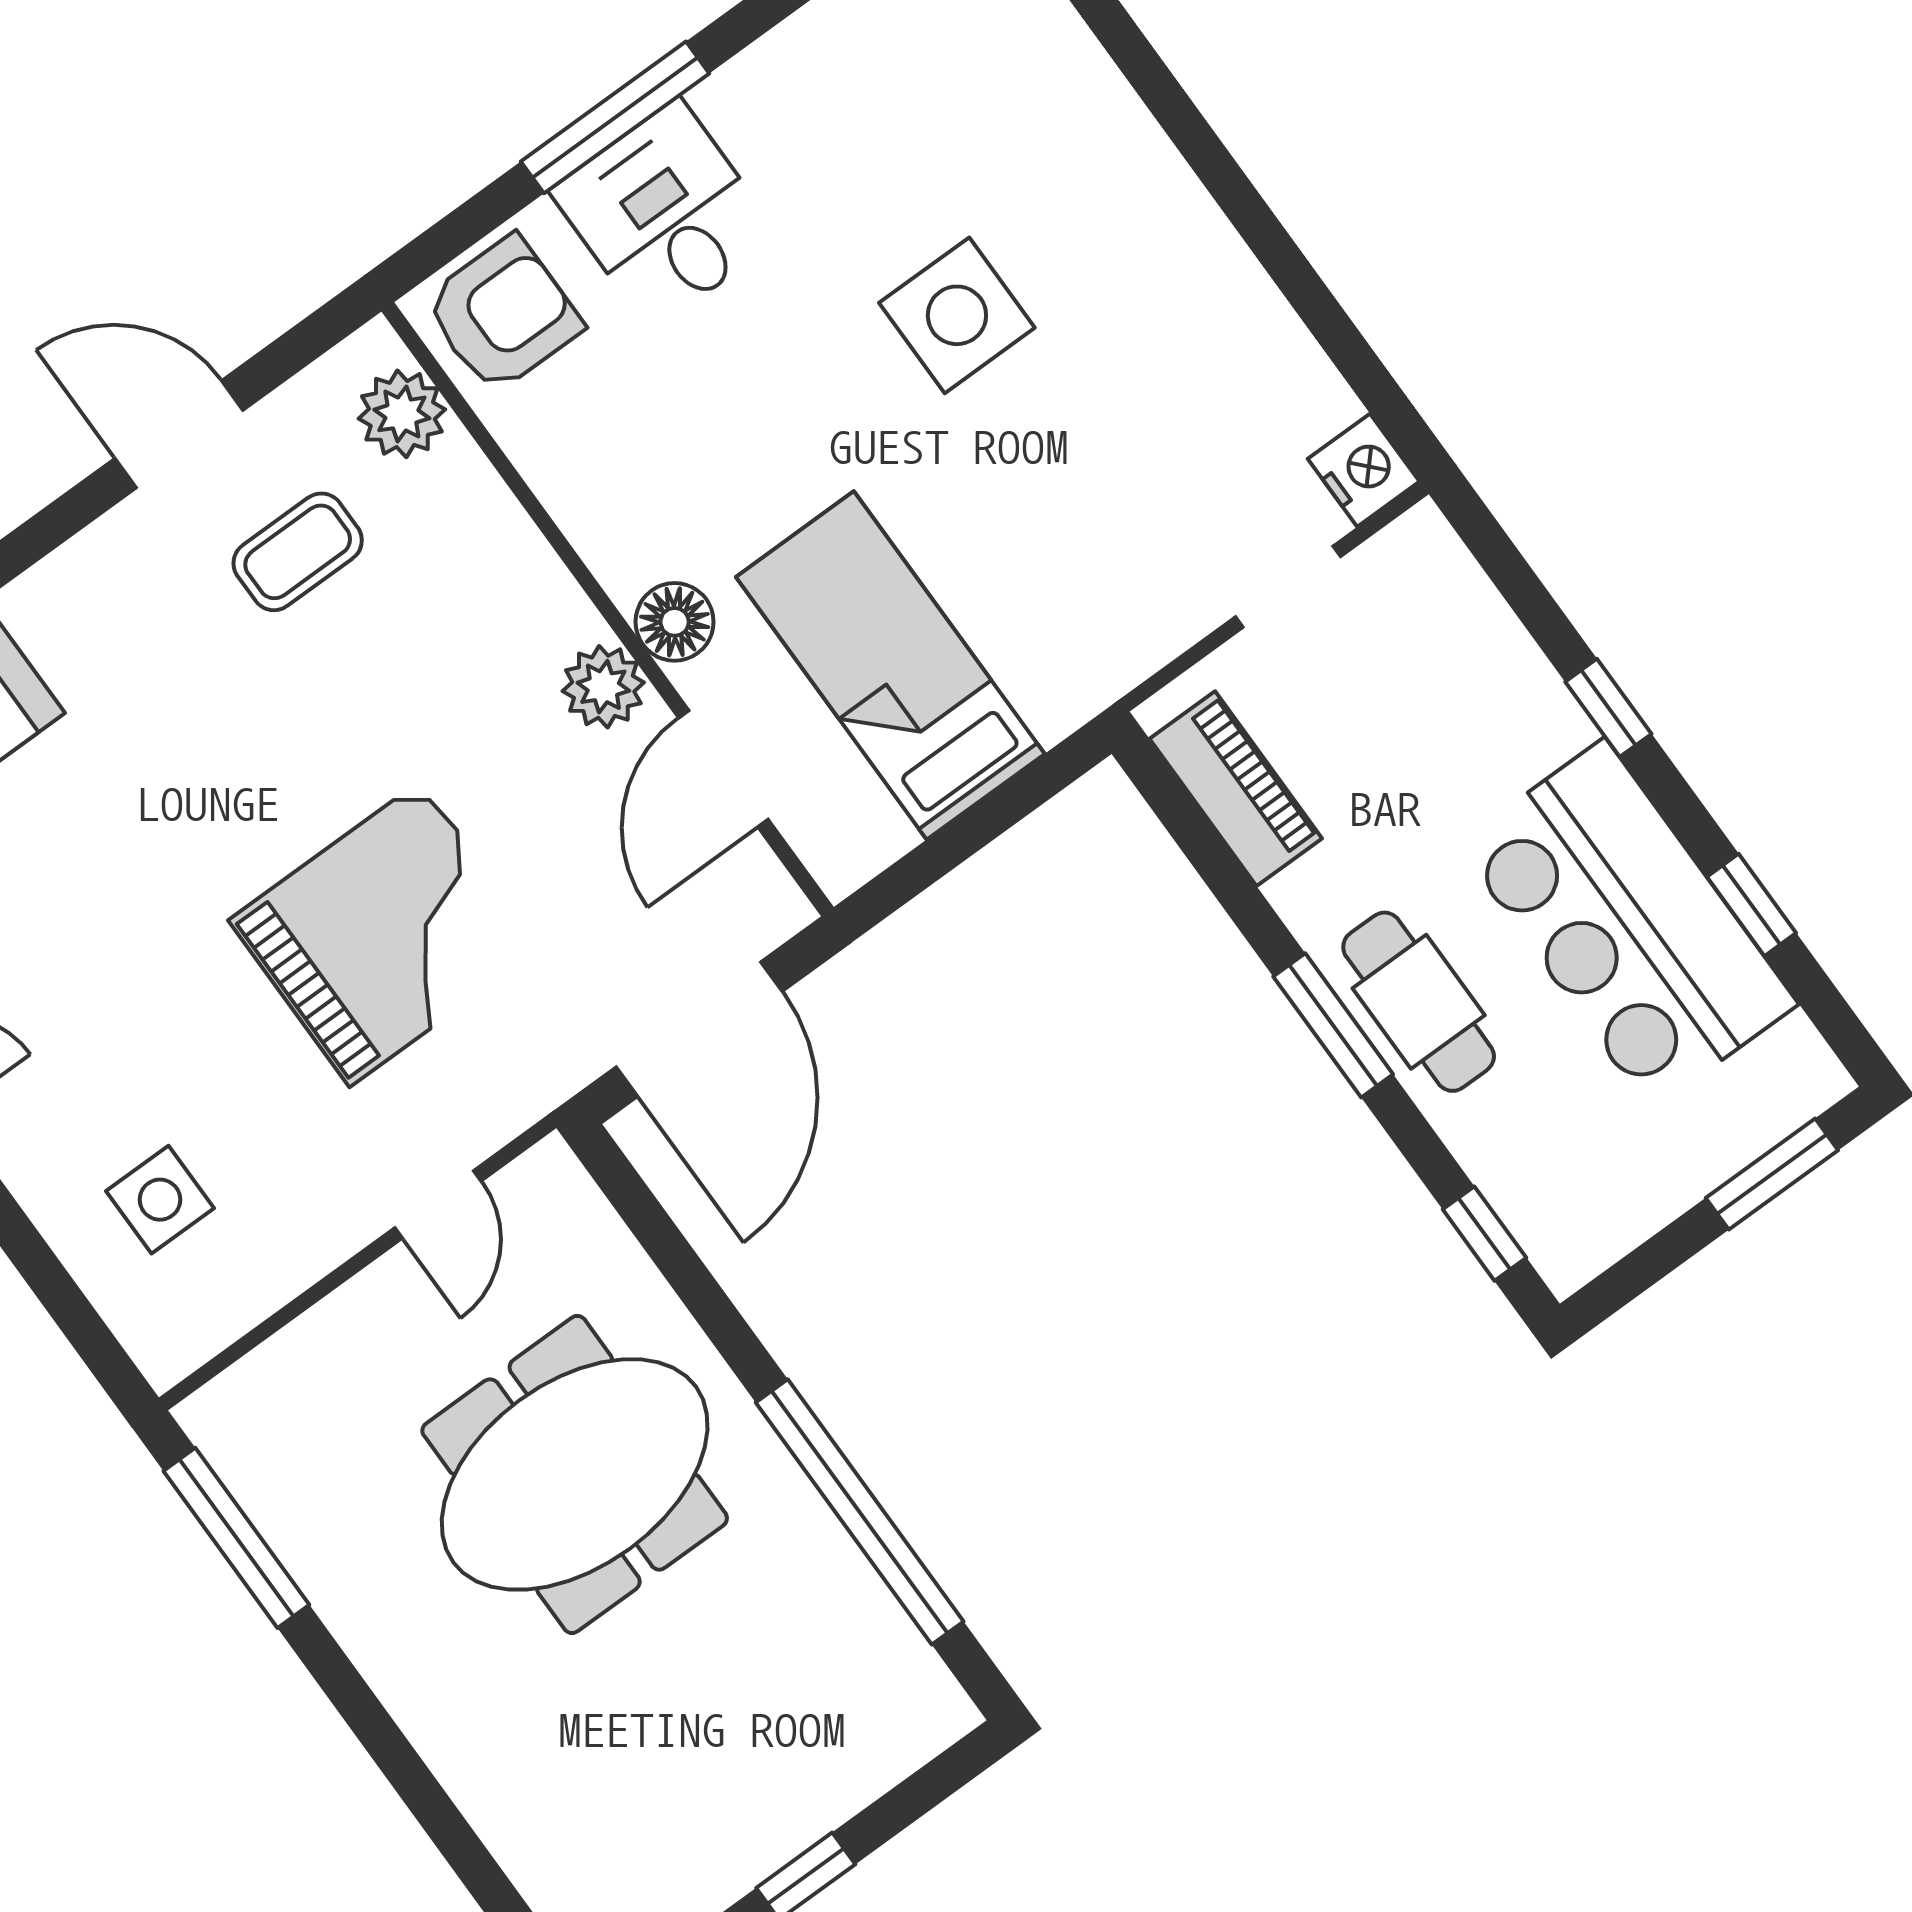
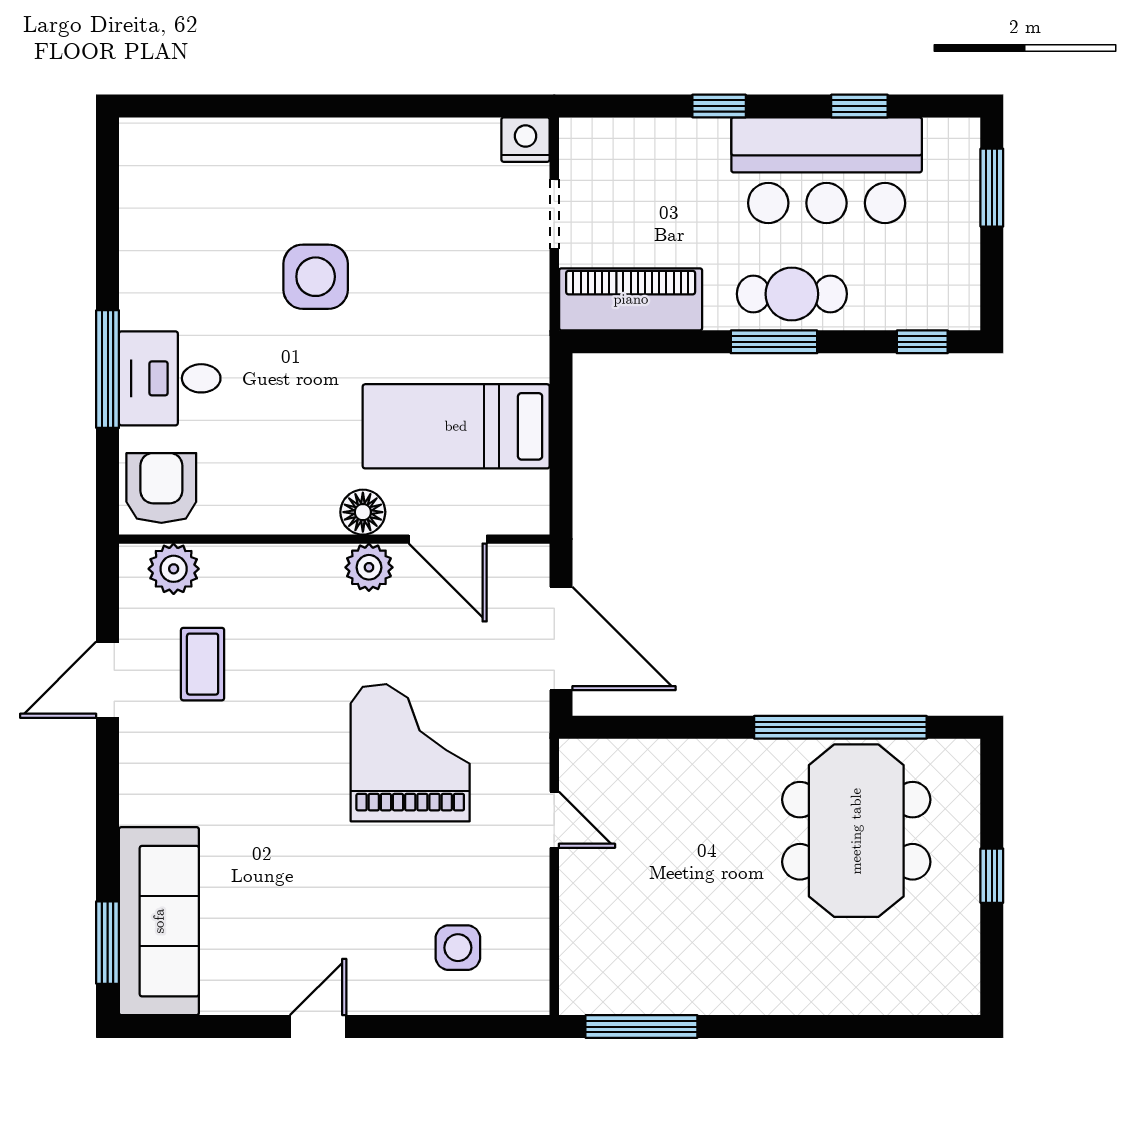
piano: (1236, 789) -> (631, 299), width x1.37, depth x1.33
meeting table: (575, 1474) -> (856, 831), moved

